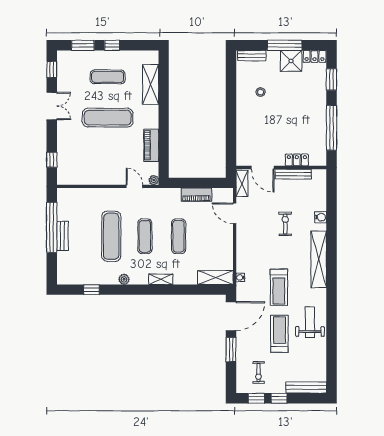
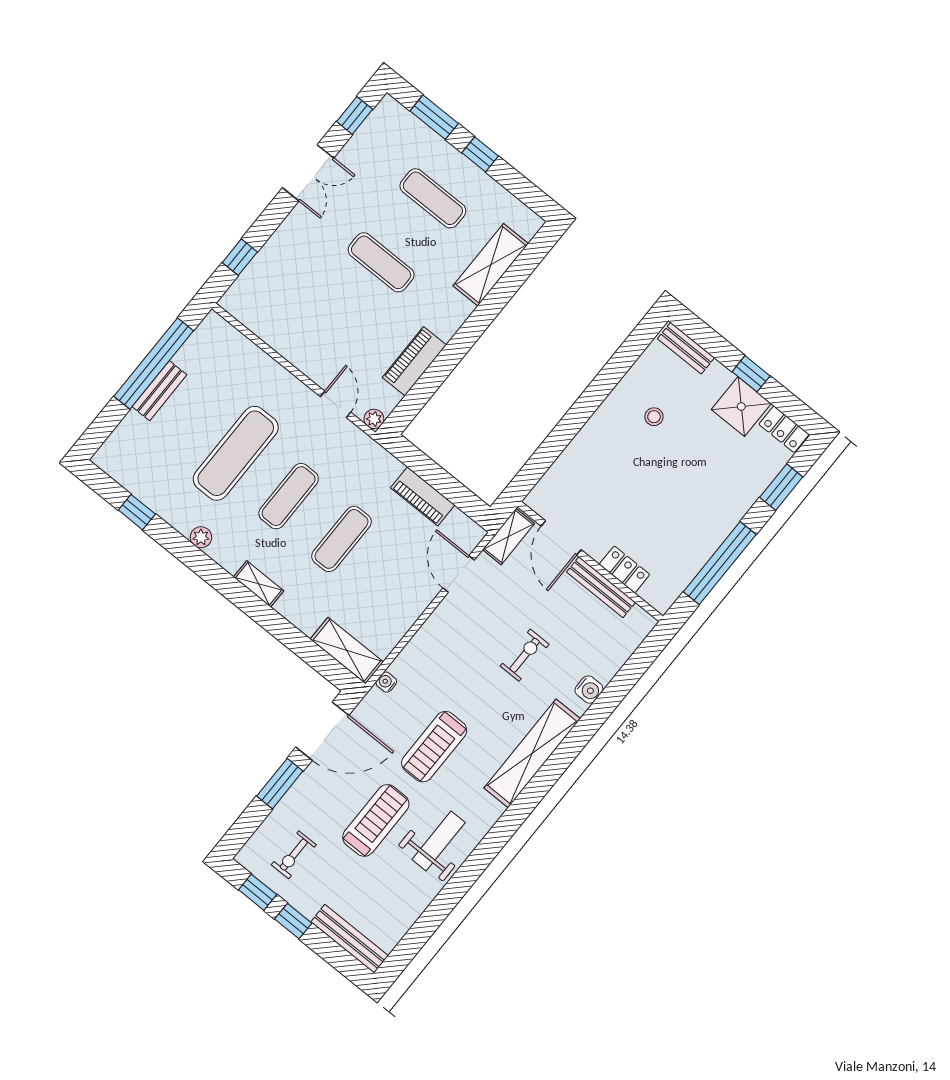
window: (285, 45) -> (751, 374), width x0.46
exercise mat: (108, 118) -> (381, 262), width x0.73, depth x0.69

